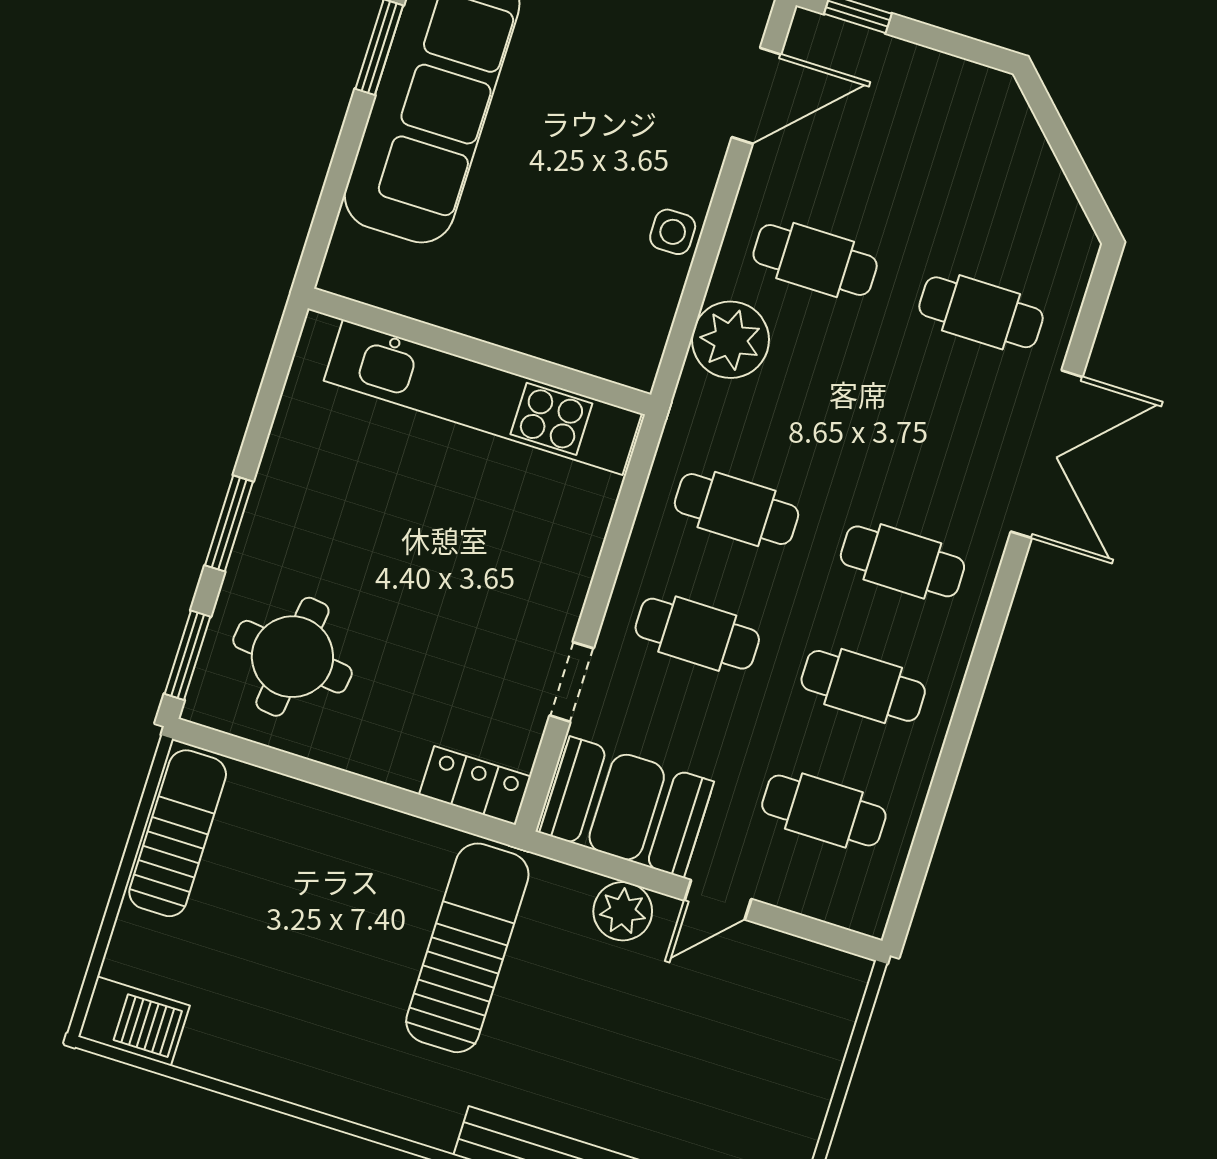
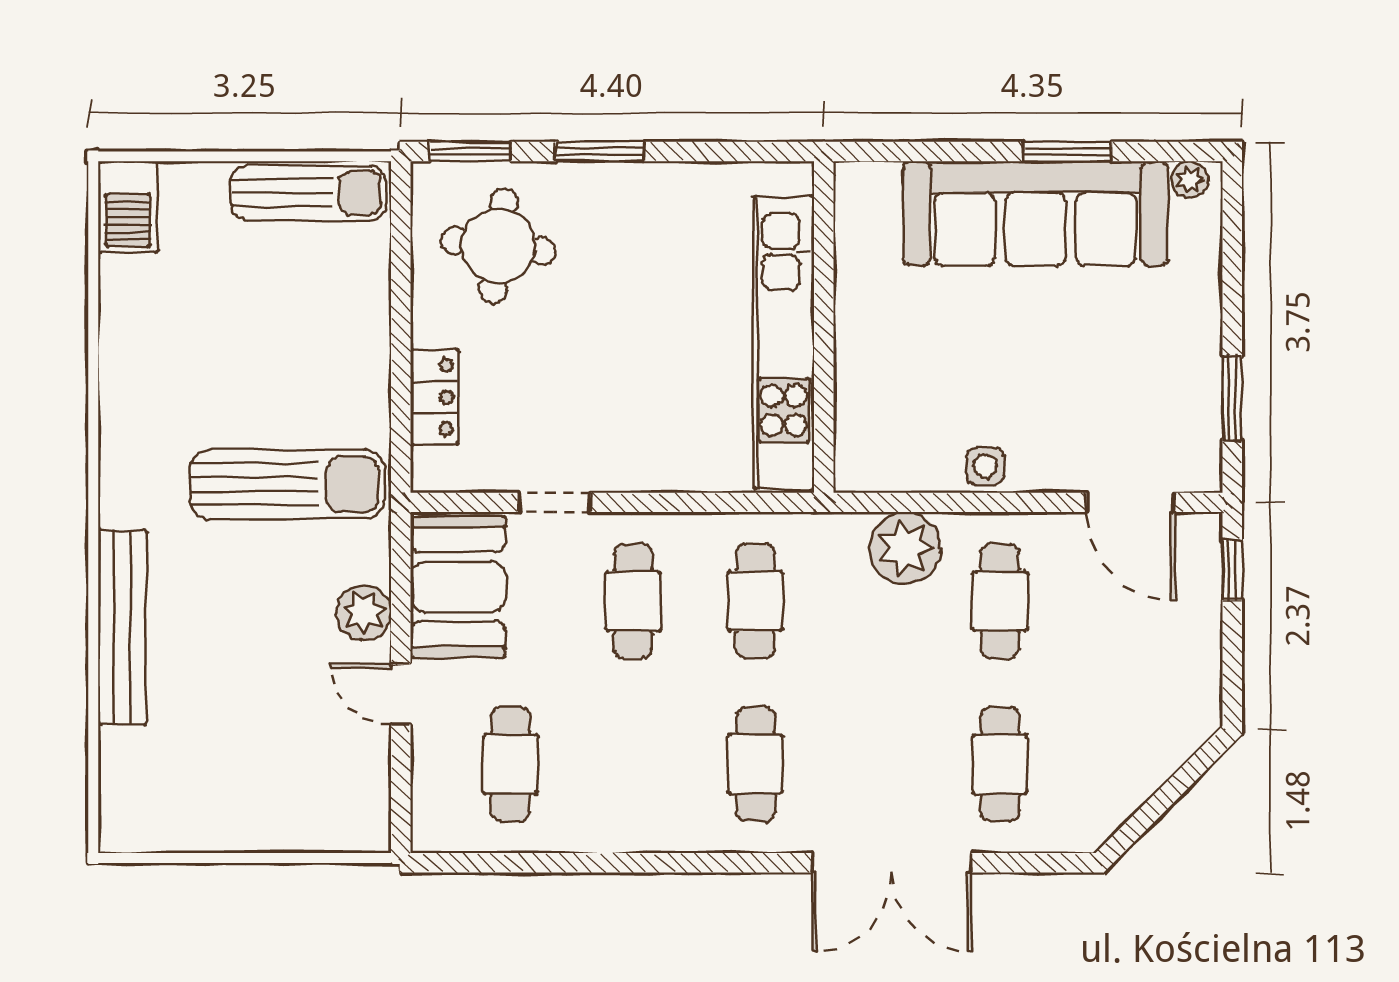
cafe table: (863, 686) -> (633, 764), removed
locker: (475, 786) -> (434, 397), moved

